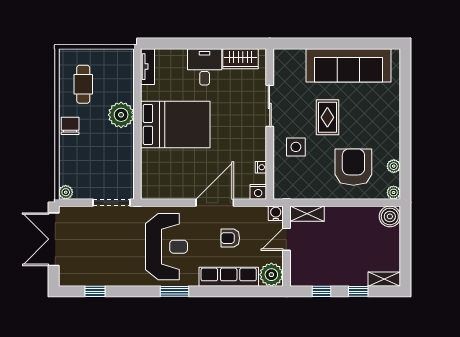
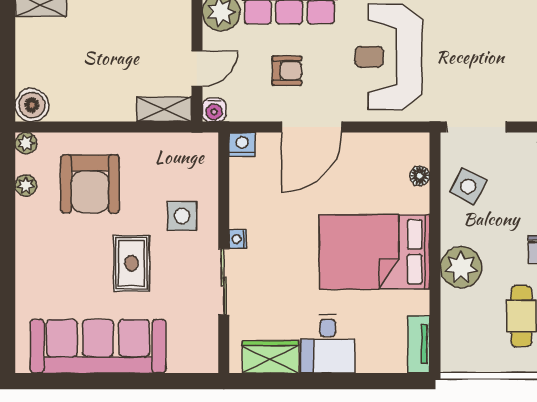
side table: (117, 166) -> (468, 186), added
nightstand: (261, 167) -> (238, 239), moved
floor lamp: (147, 172) -> (420, 176), added

